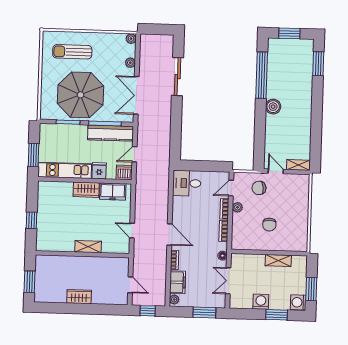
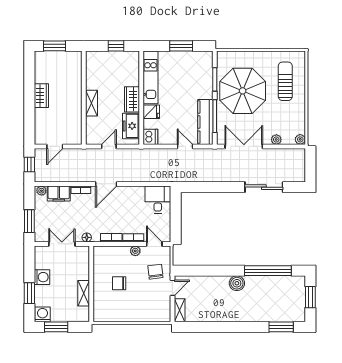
kitchen unit: (65, 170) -> (151, 77), moved
fridge: (99, 171) -> (151, 112), moved
dishwasher: (124, 172) -> (150, 137), moved
wall: (85, 180) -> (141, 98), moved
wardrobe: (86, 190) -> (132, 99), moved
freezer: (113, 192) -> (131, 126), moved

